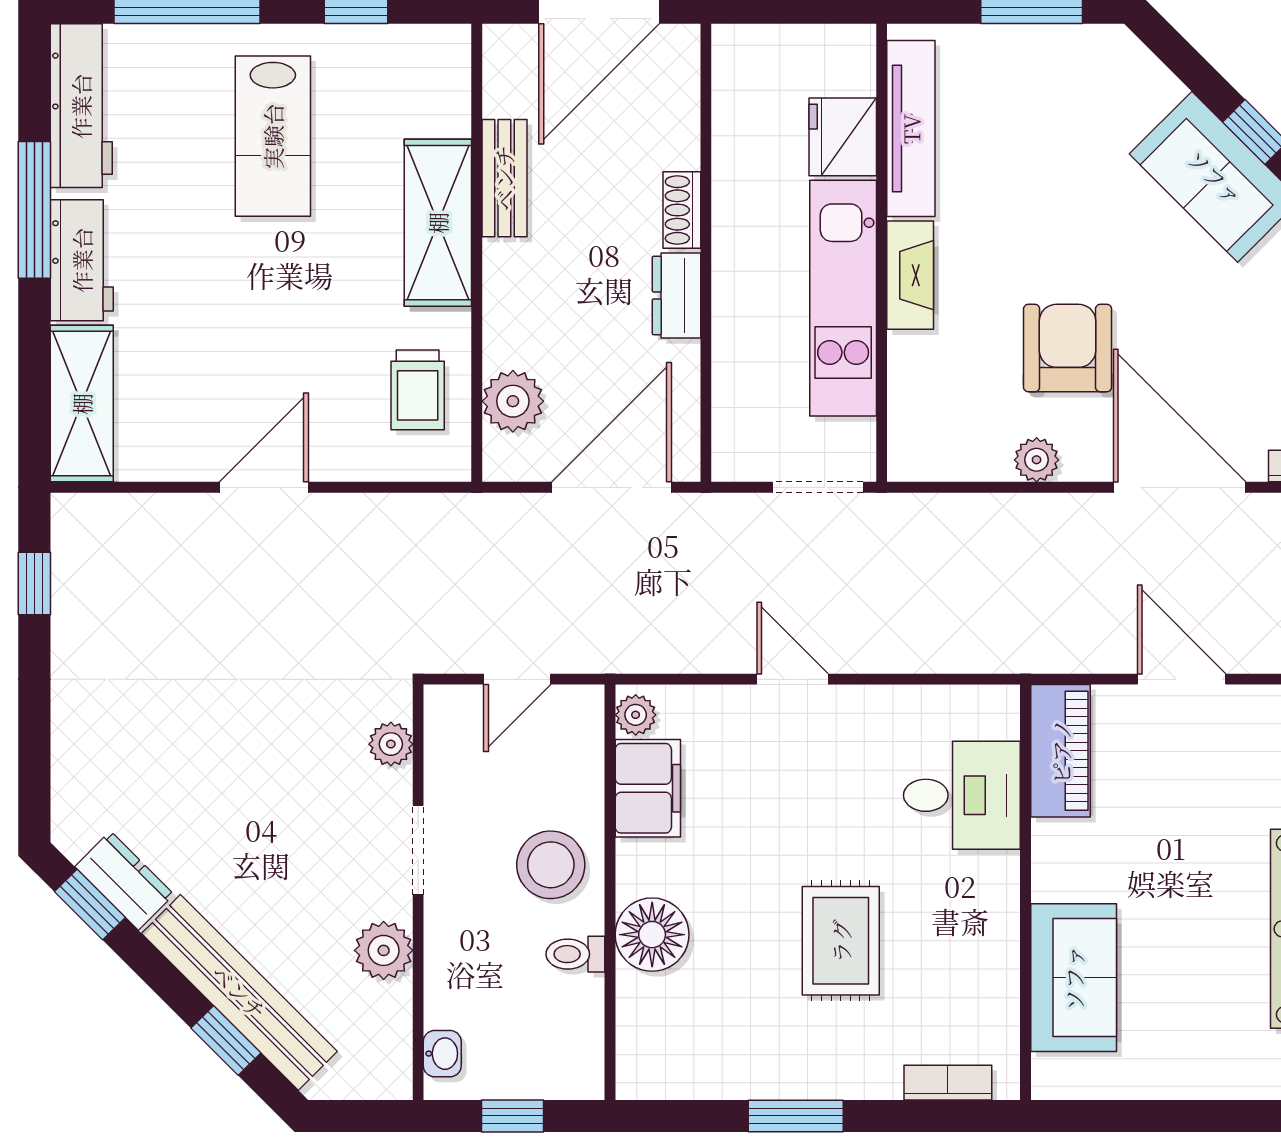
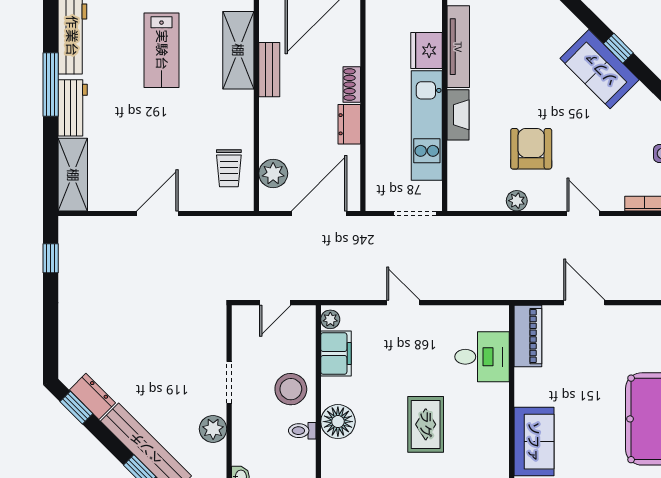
shelving: (438, 223) -> (238, 50), moved
door: (1180, 487) -> (583, 213), width x0.53
plant: (391, 744) -> (216, 333), removed

